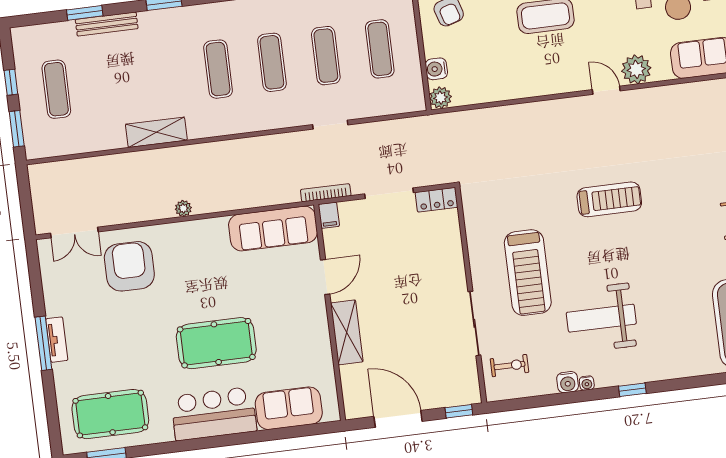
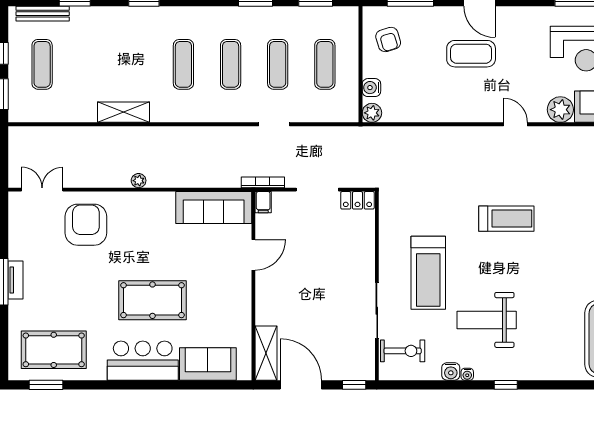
bench: (107, 24) -> (43, 14), moved
plant: (636, 69) -> (560, 110), moved
double door: (74, 232) -> (42, 190), swing flipped
shelving: (347, 332) -> (266, 353), moved
exercise bike: (510, 366) -> (403, 351), width x1.38, depth x1.39

